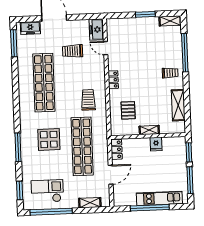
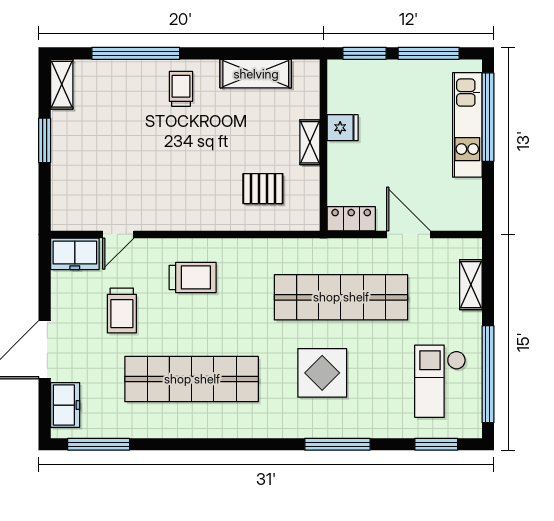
locker: (113, 80) -> (191, 220), removed
trolley: (88, 100) -> (193, 277), moved, turned 180
window: (150, 208) -> (488, 117), moved

